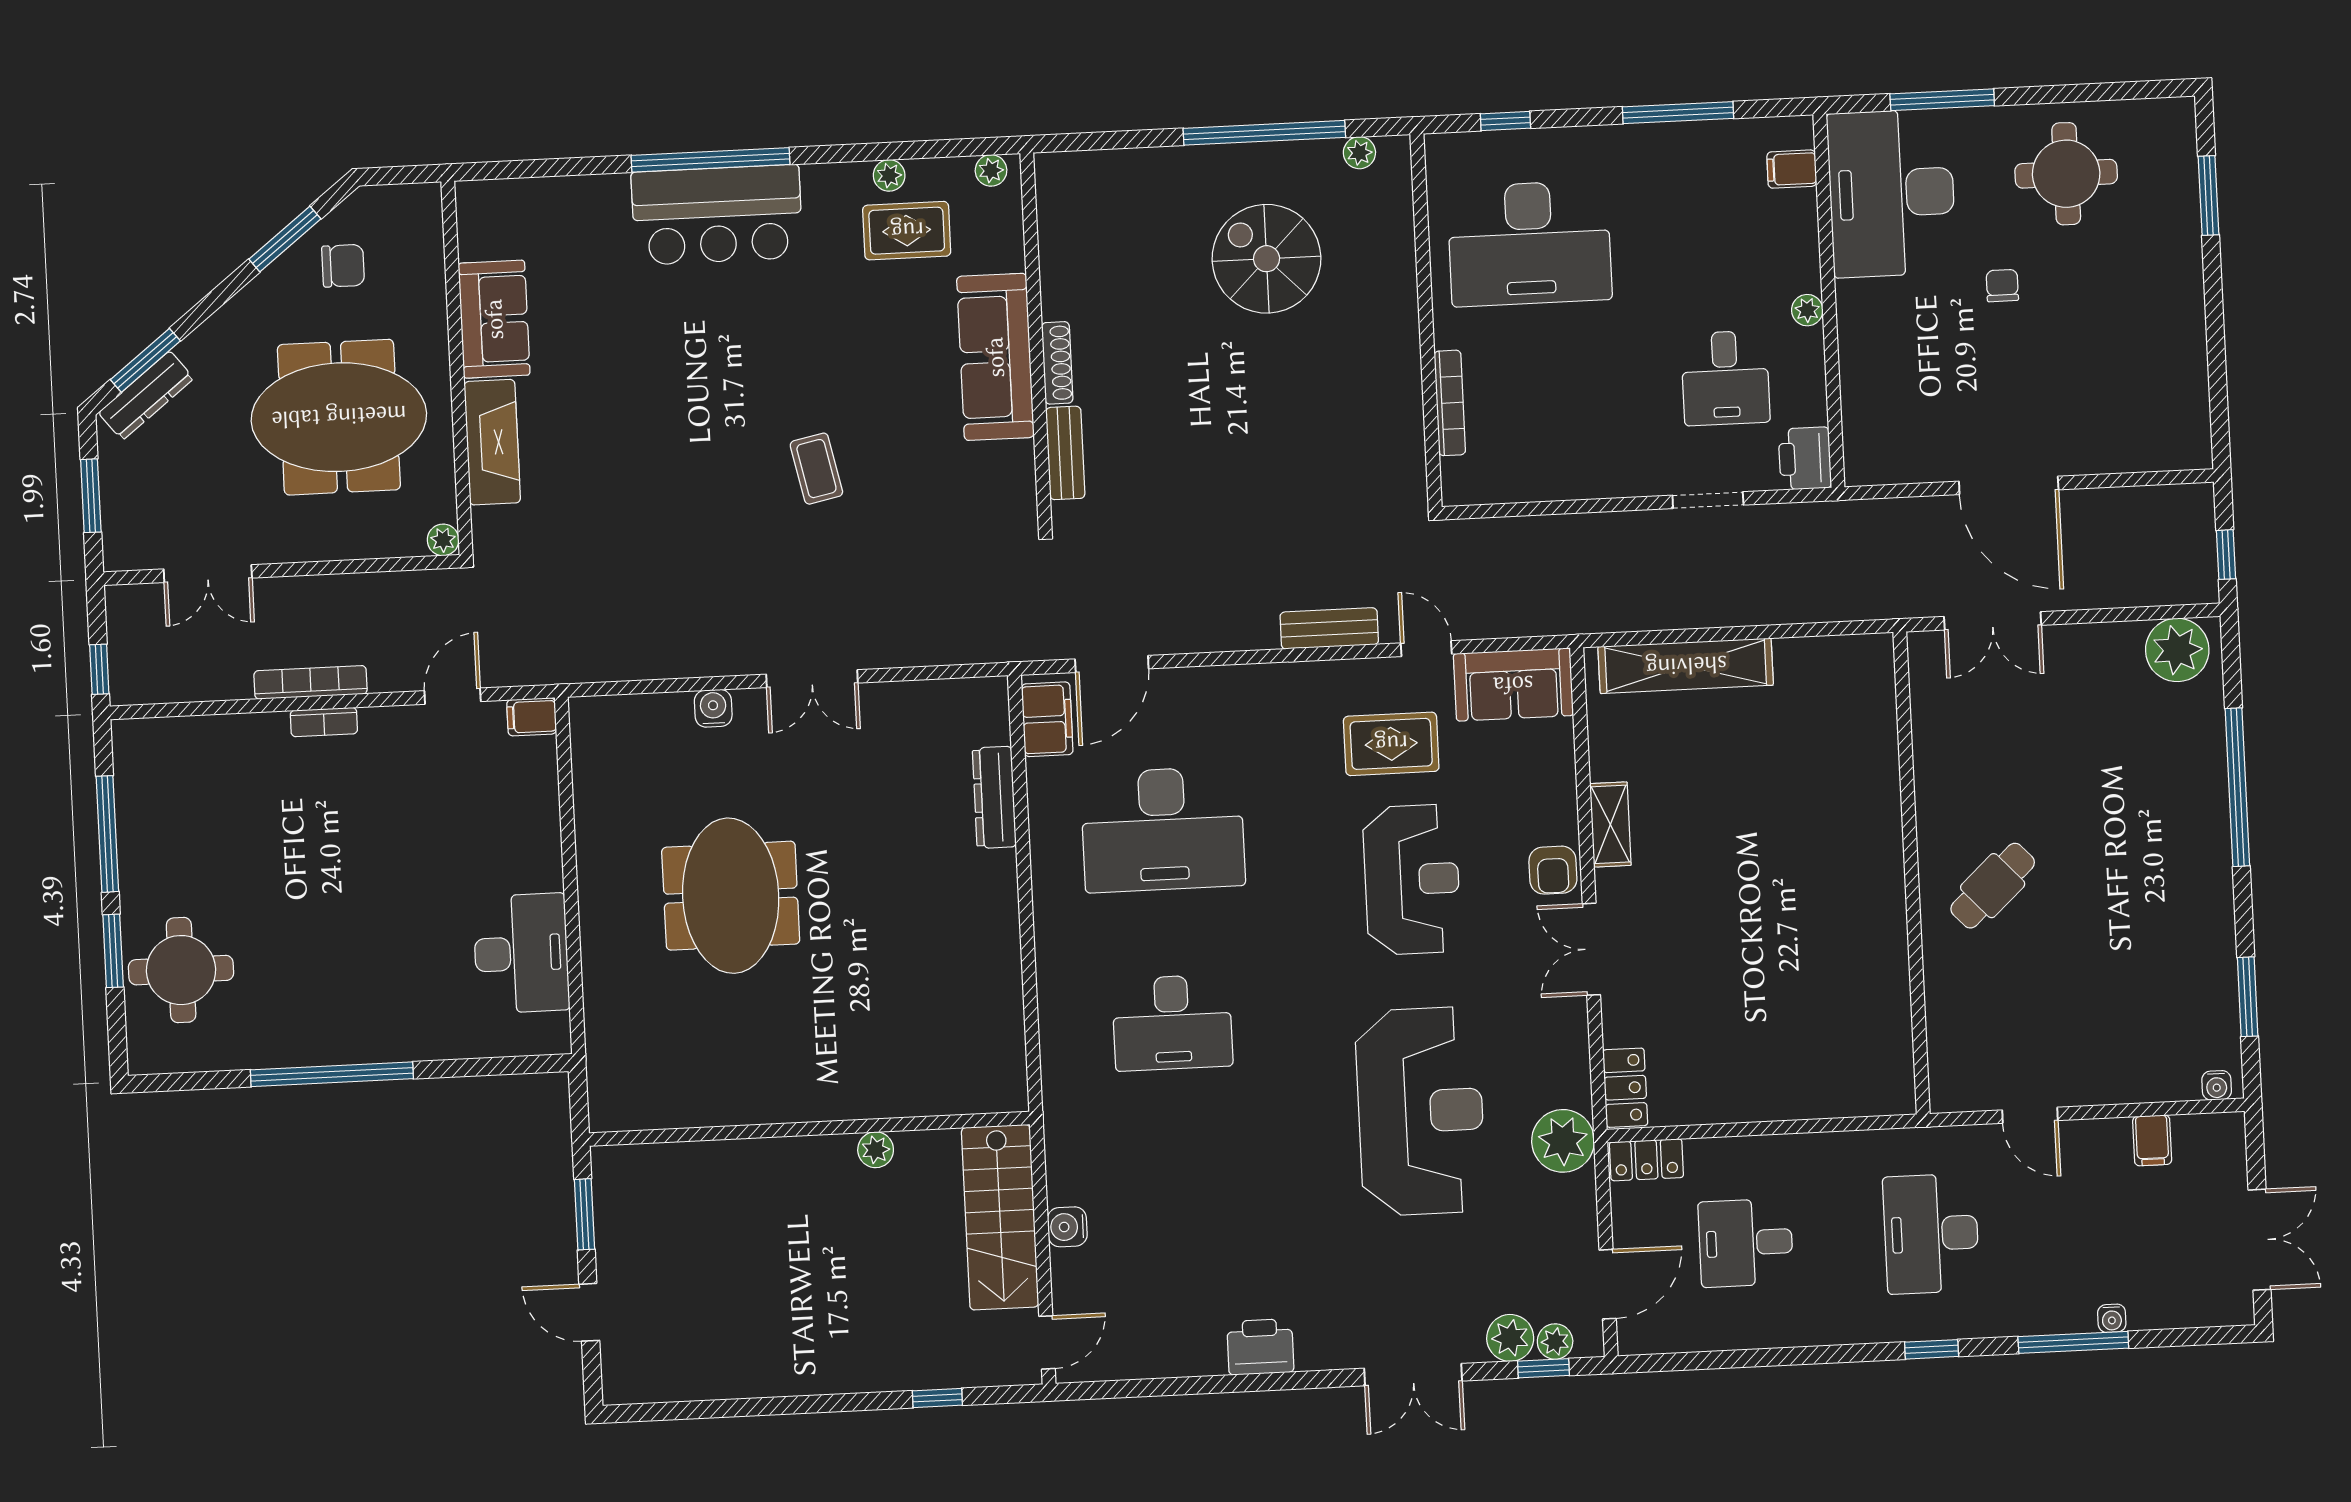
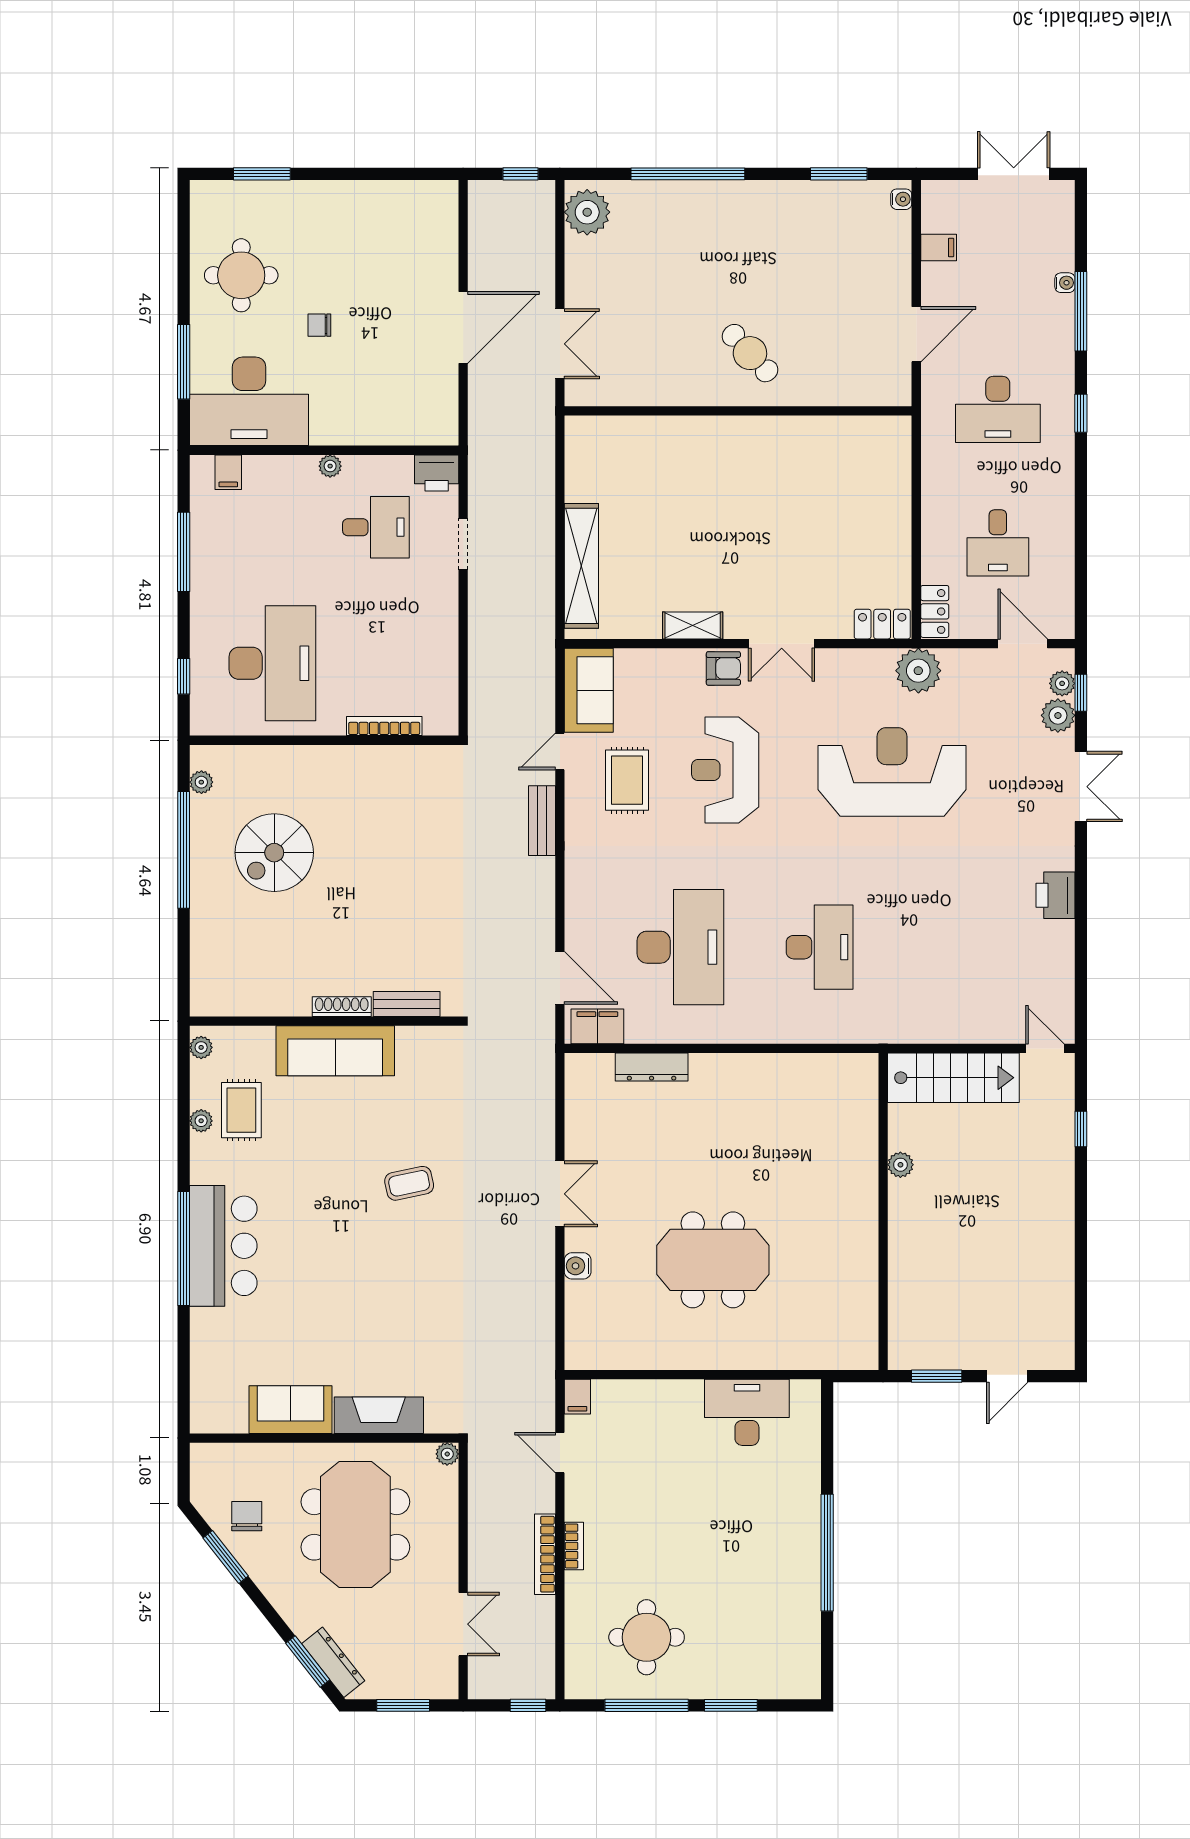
reception desk: (1412, 880) -> (725, 770), turned -90
round table: (181, 970) -> (647, 1637), moved
door: (2030, 1115) -> (916, 334), width x1.38
water cooler: (1067, 1227) -> (963, 1030), removed

